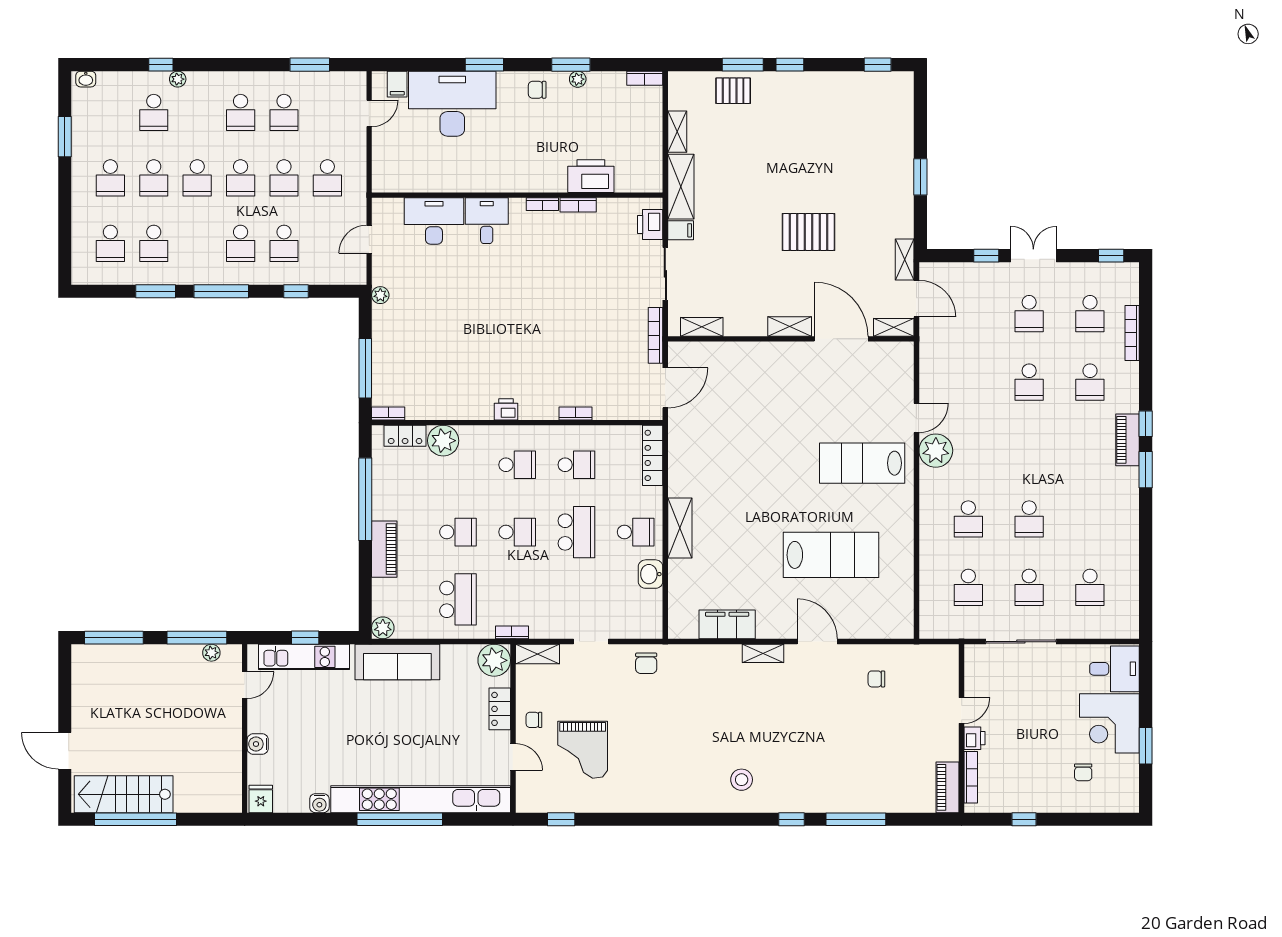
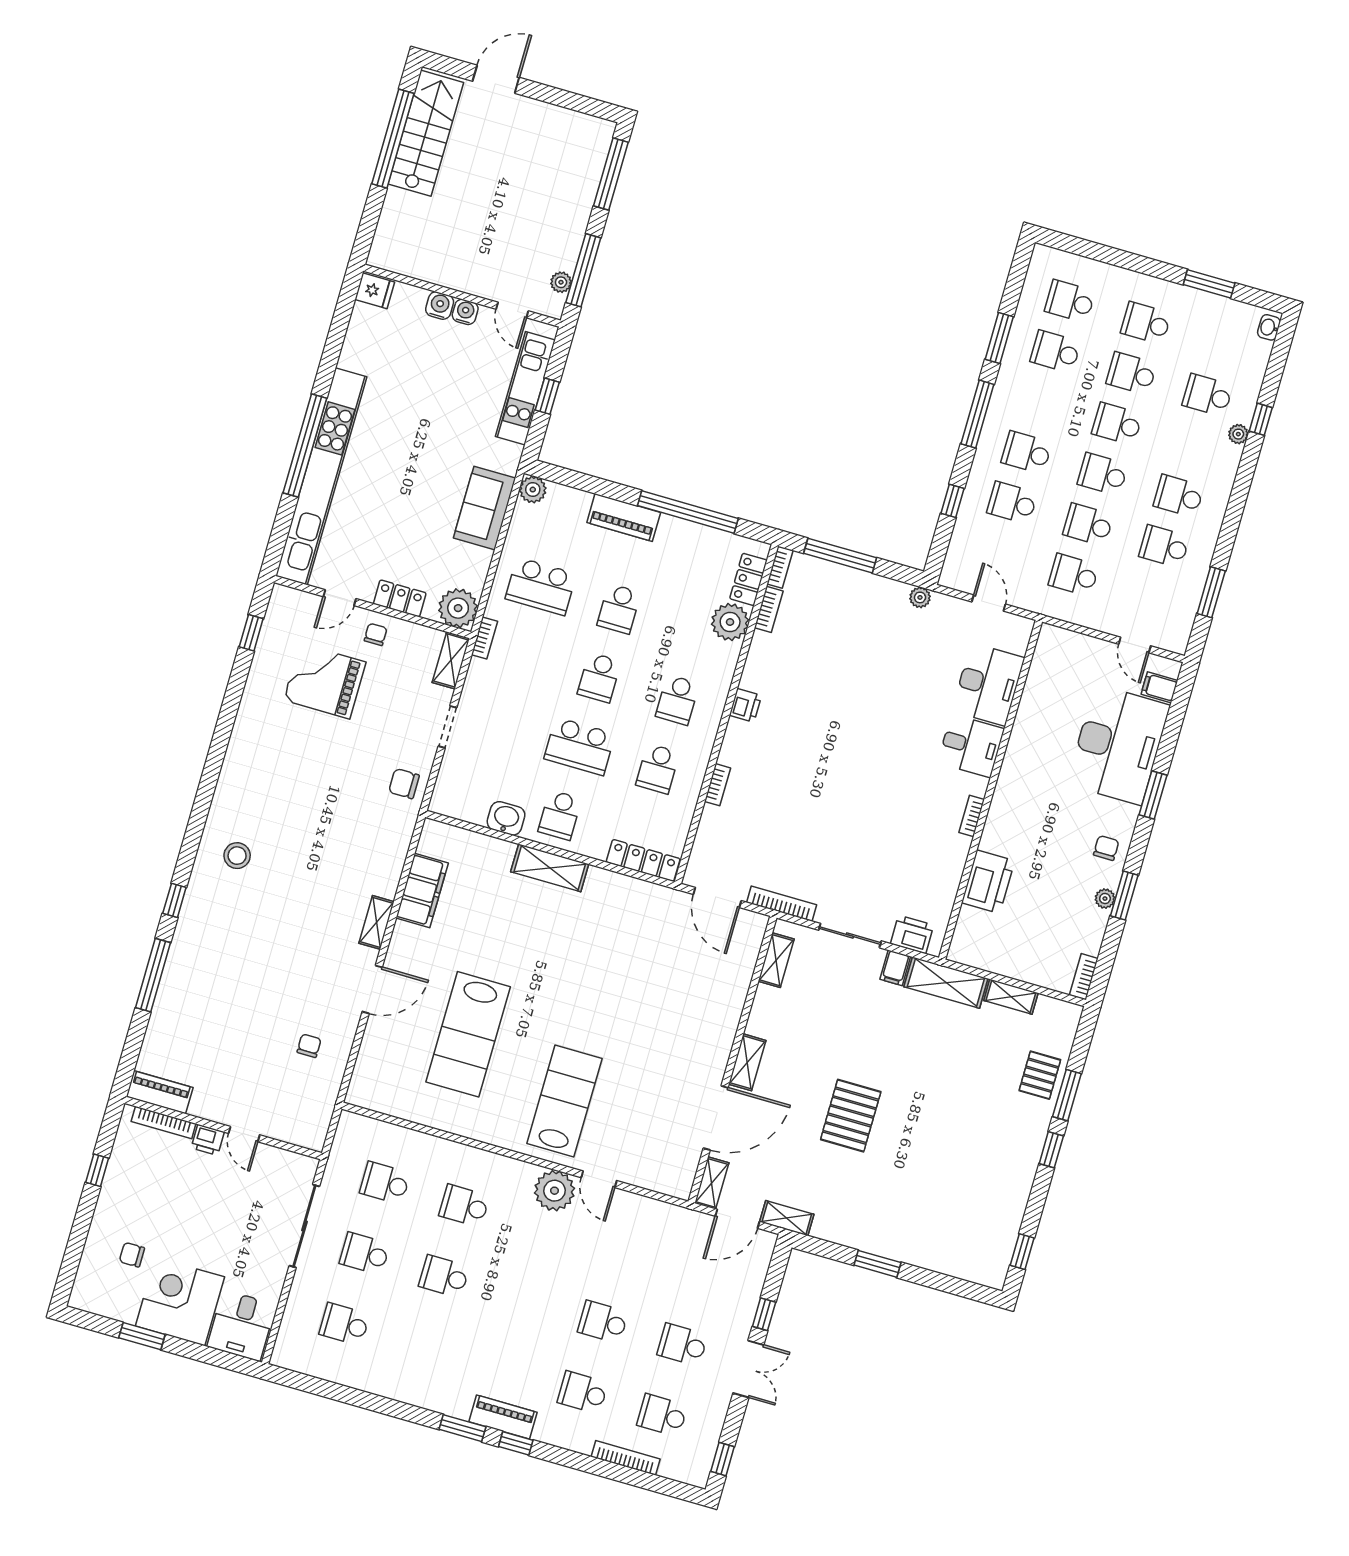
bookcase: (578, 205) -> (769, 609), moved, turned 180
sofa: (397, 662) -> (485, 508), width x0.73
water cooler: (319, 803) -> (465, 312), moved, turned 90

